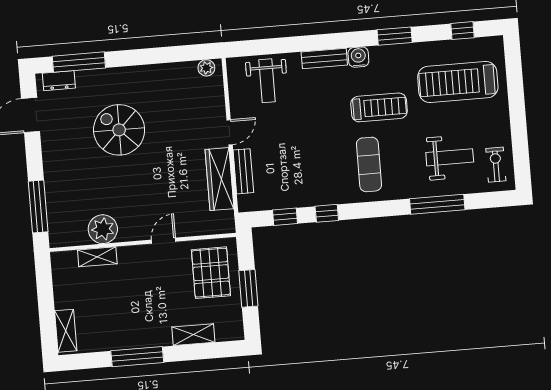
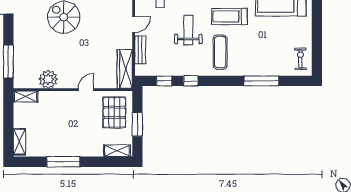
treadmill: (379, 107) -> (229, 17), turned 180
weight bench: (450, 157) -> (188, 30), moved, turned -90
wardrobe: (220, 179) -> (125, 69), moved
shelving: (97, 257) -> (26, 96), moved
shelving: (193, 335) -> (117, 151), moved

